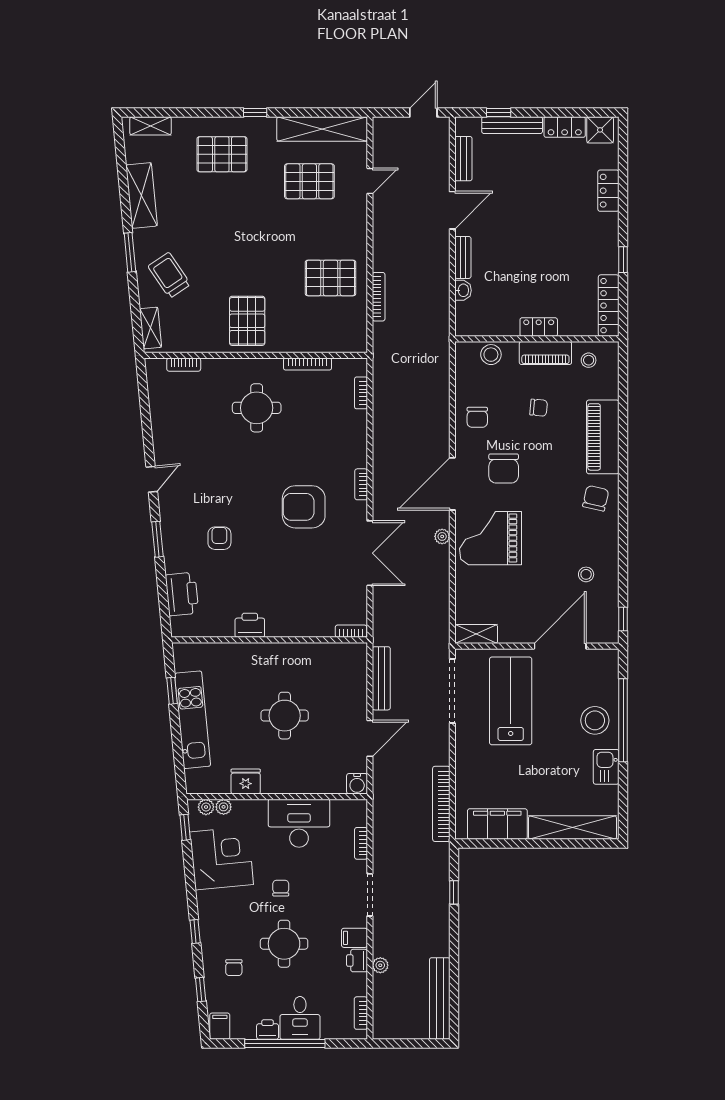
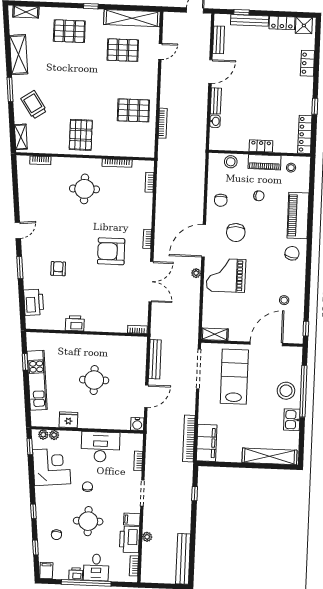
filing cabinet: (497, 824) -> (207, 443), moved, turned 90
printer: (357, 961) -> (130, 539), width x1.87, depth x1.48

